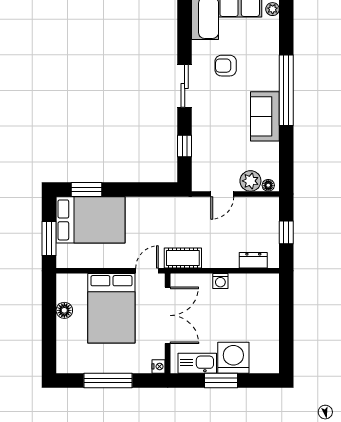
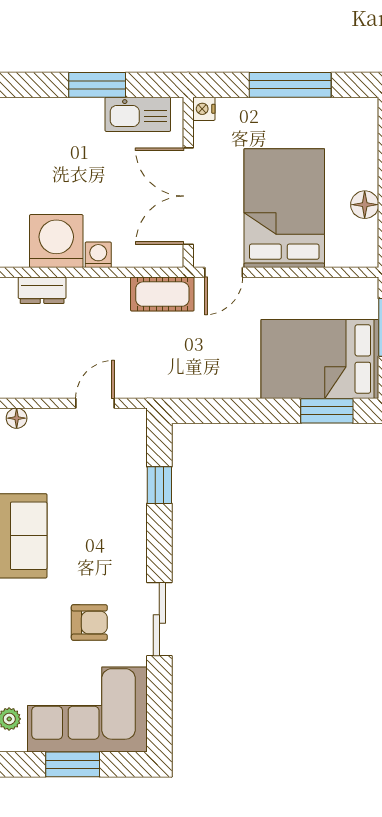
sliding door: (185, 86) -> (159, 619), moved
plant: (250, 181) -> (47, 426), removed
washing machine: (233, 358) -> (56, 241), moved, turned 180

